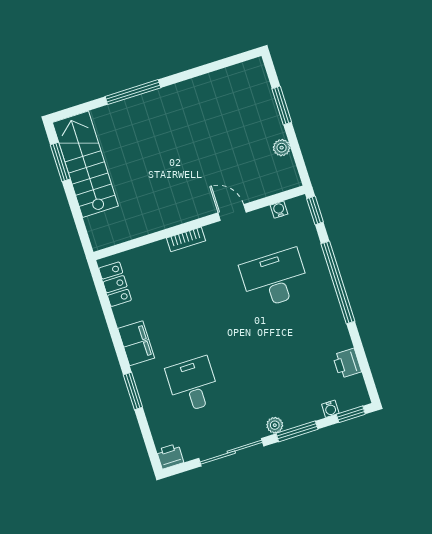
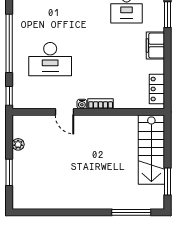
window: (133, 92) -> (131, 212), moved
stairs: (85, 164) -> (151, 150), moved
water cooler: (279, 210) -> (82, 104), moved

